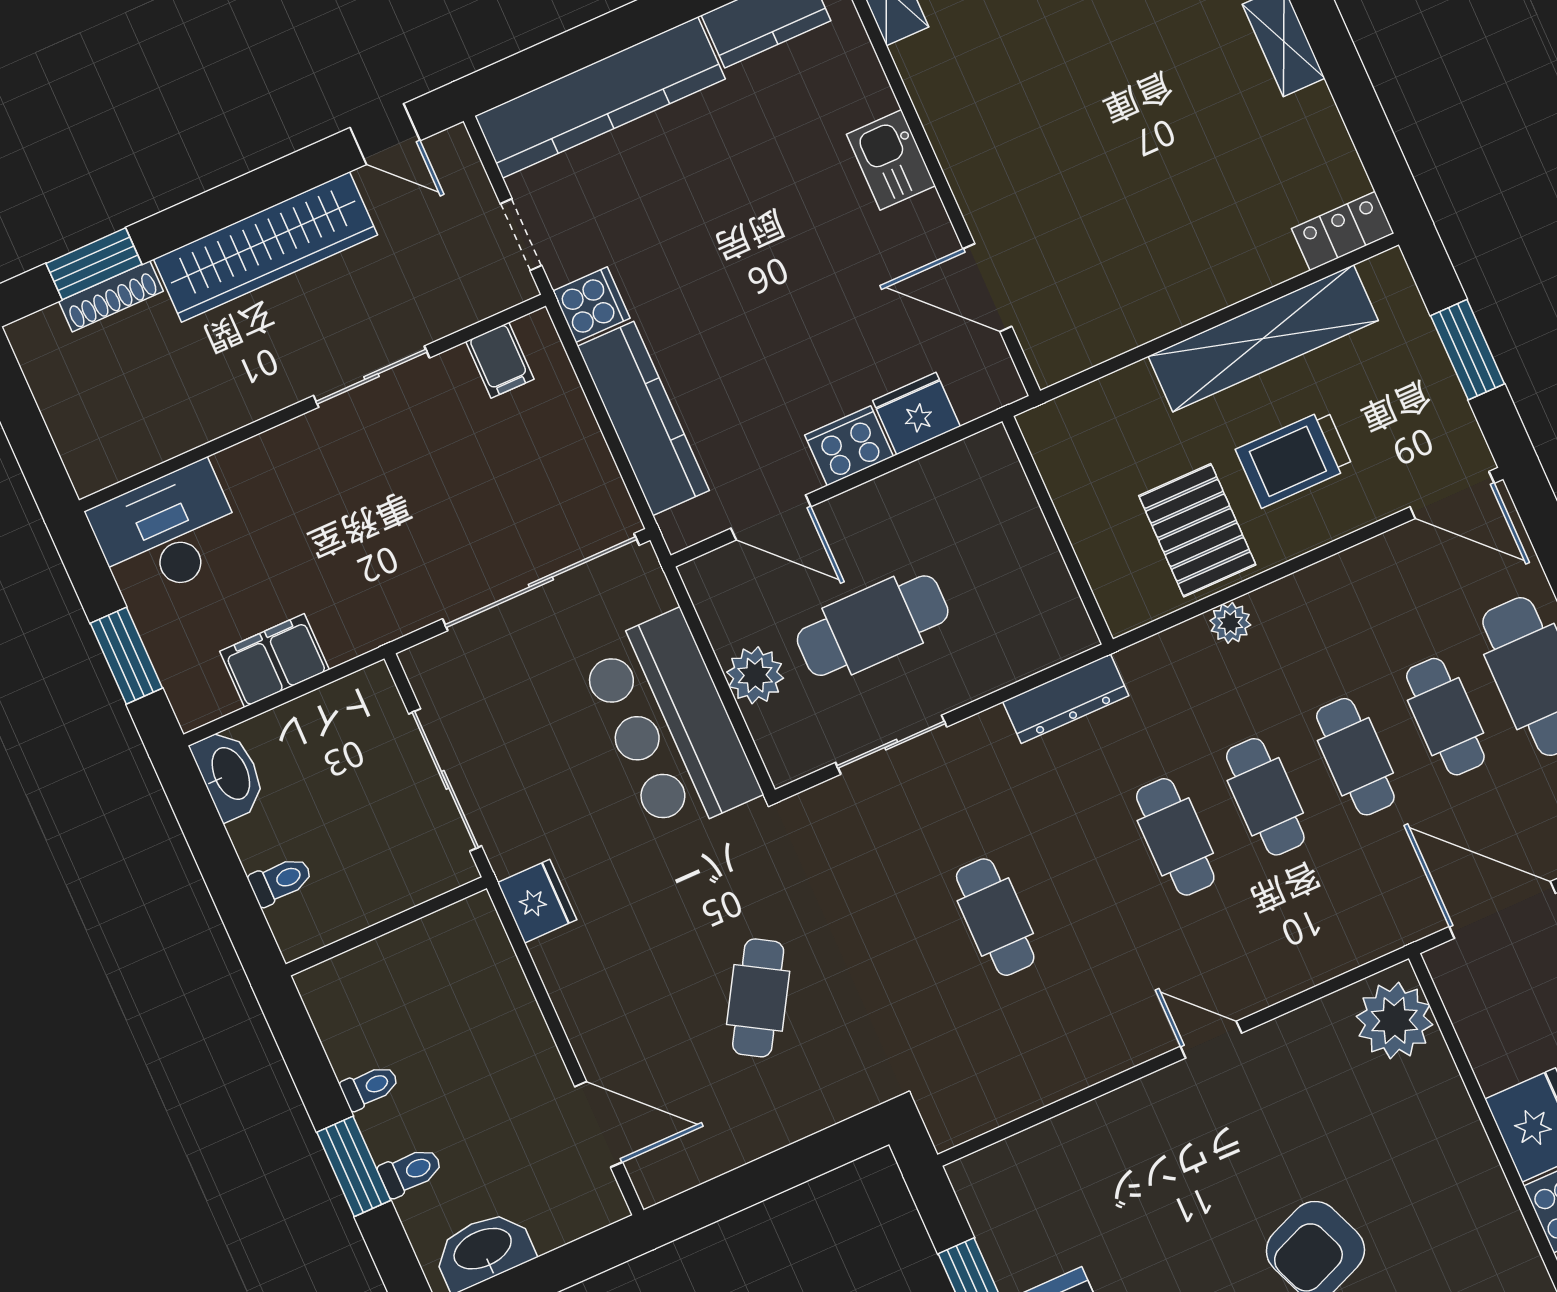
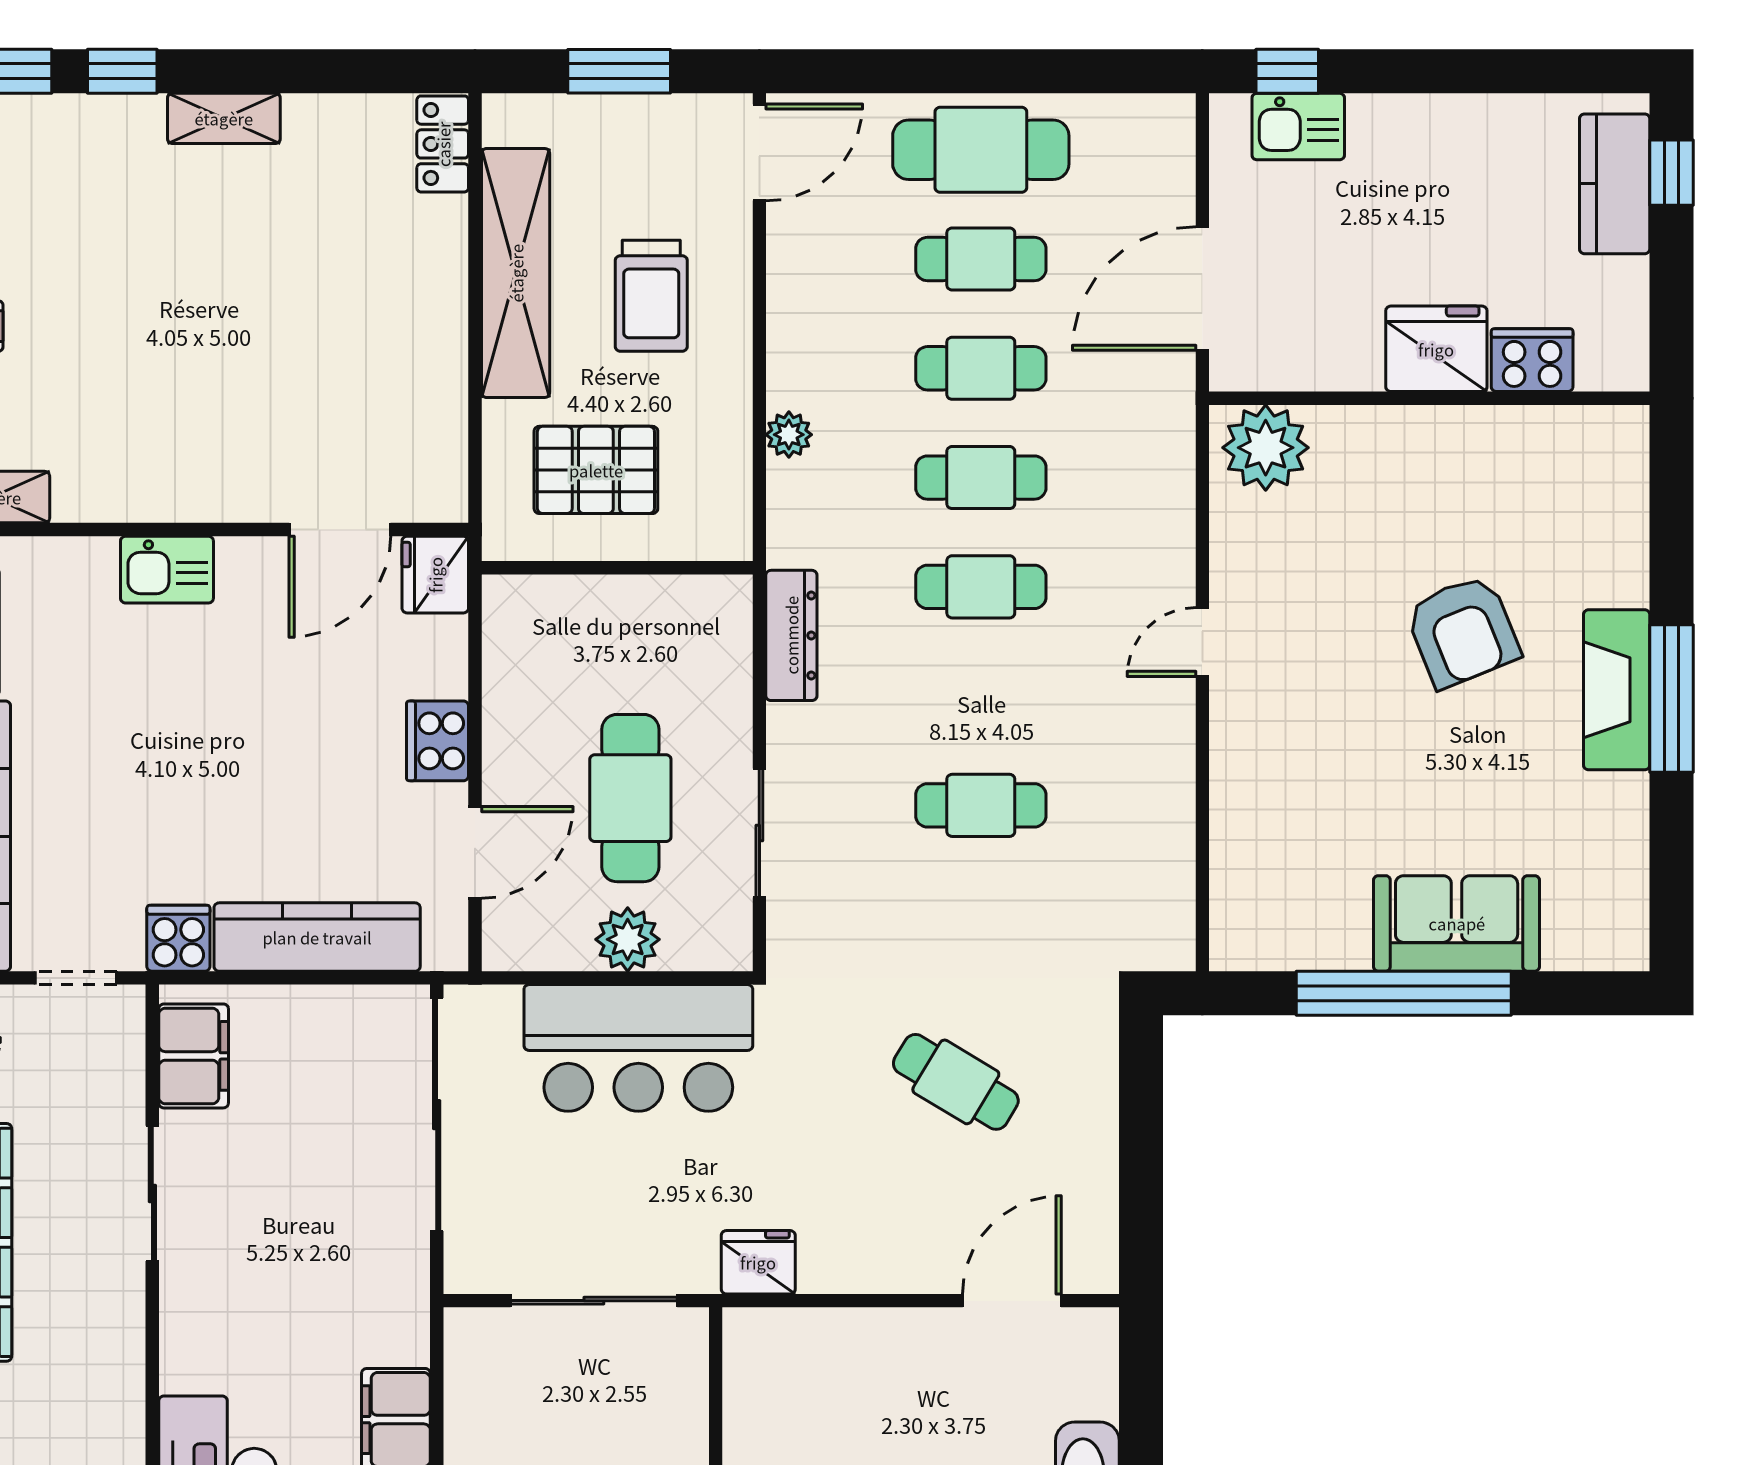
filing cabinet: (500, 360) -> (194, 1056), width x2.00
fridge: (916, 413) -> (435, 575), moved
pallet: (1197, 530) -> (596, 470), moved

